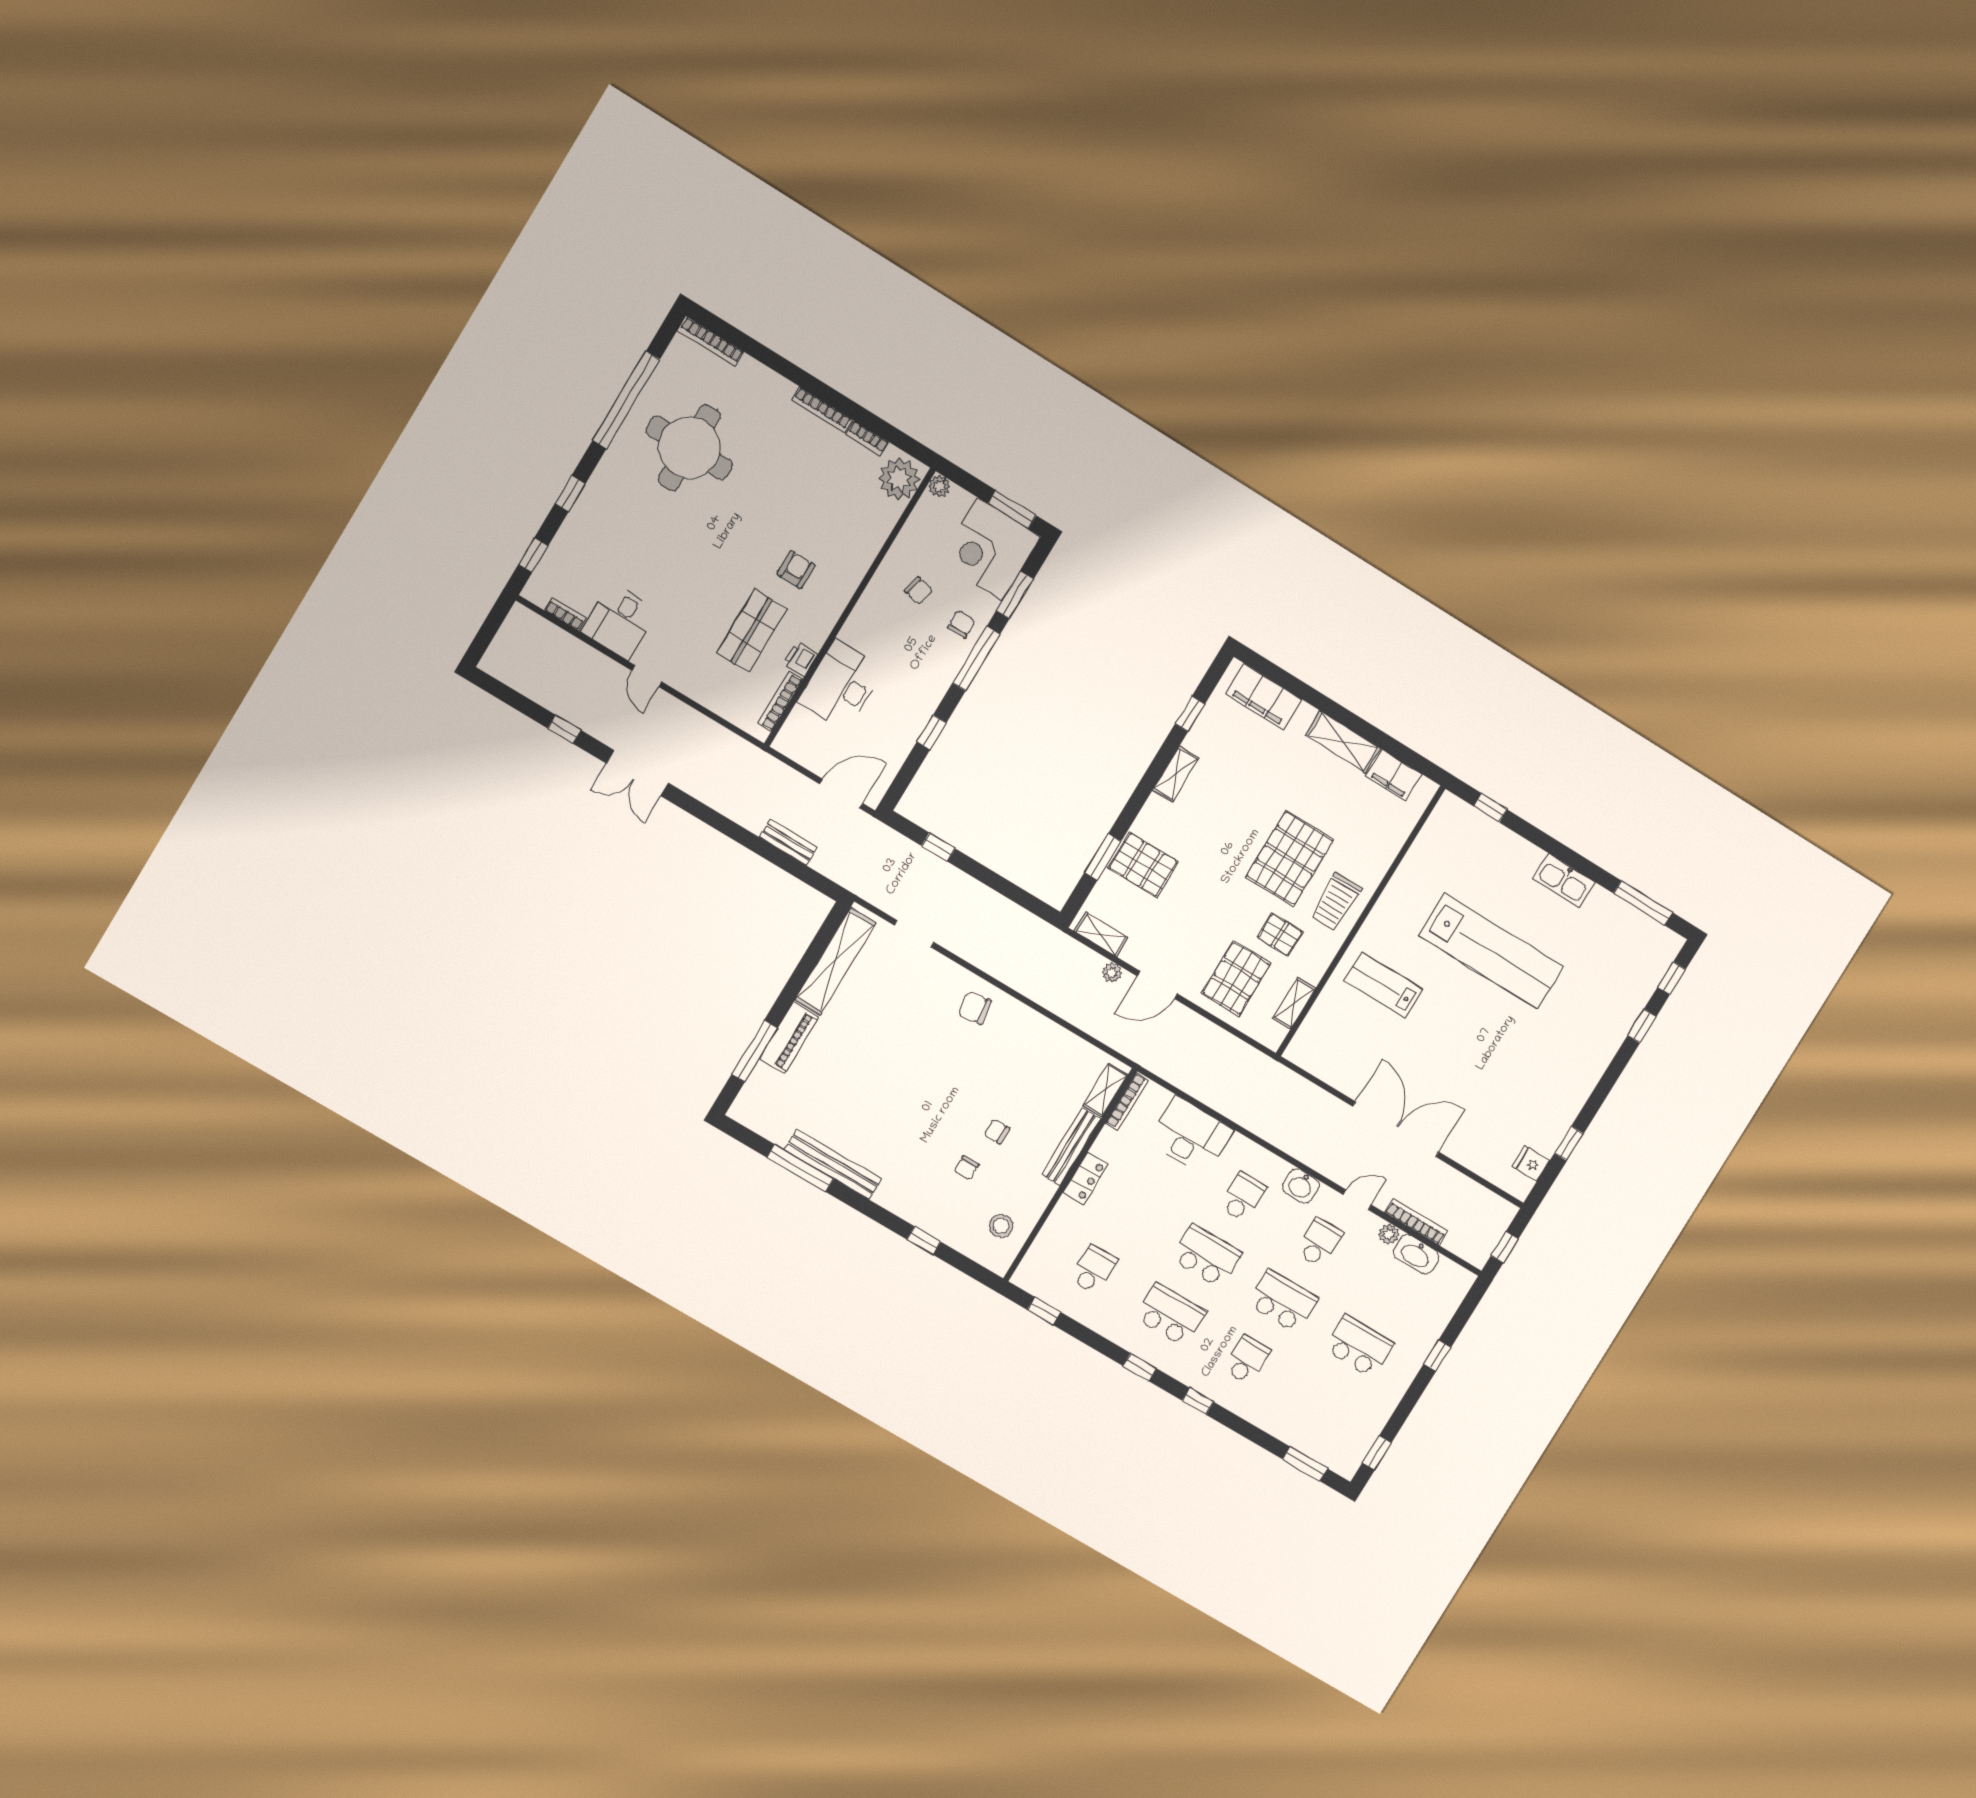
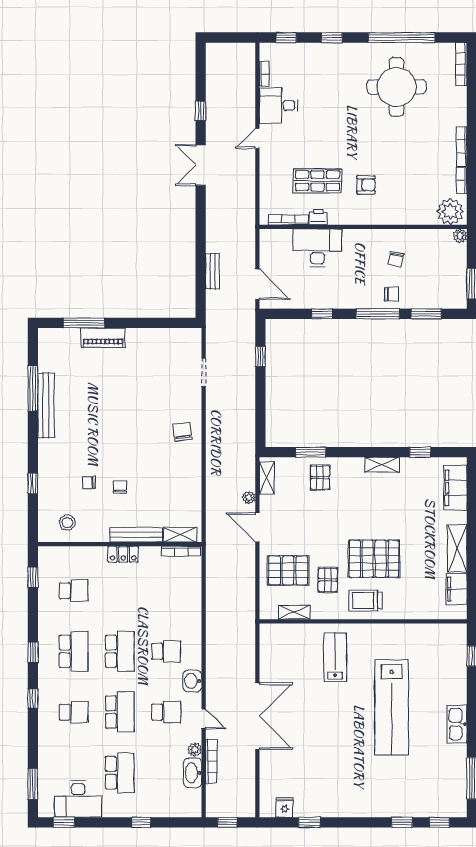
corner desk: (990, 549) -> (443, 285), removed
pallet: (1143, 865) -> (320, 478), width x0.67, depth x0.71
shelving: (835, 961) -> (162, 338), removed
desk: (1190, 1135) -> (78, 799), moved, turned 90

